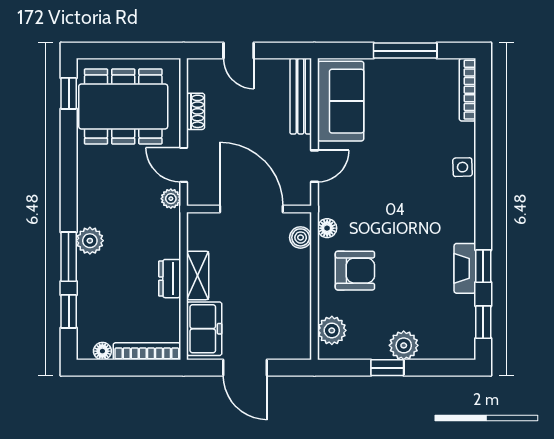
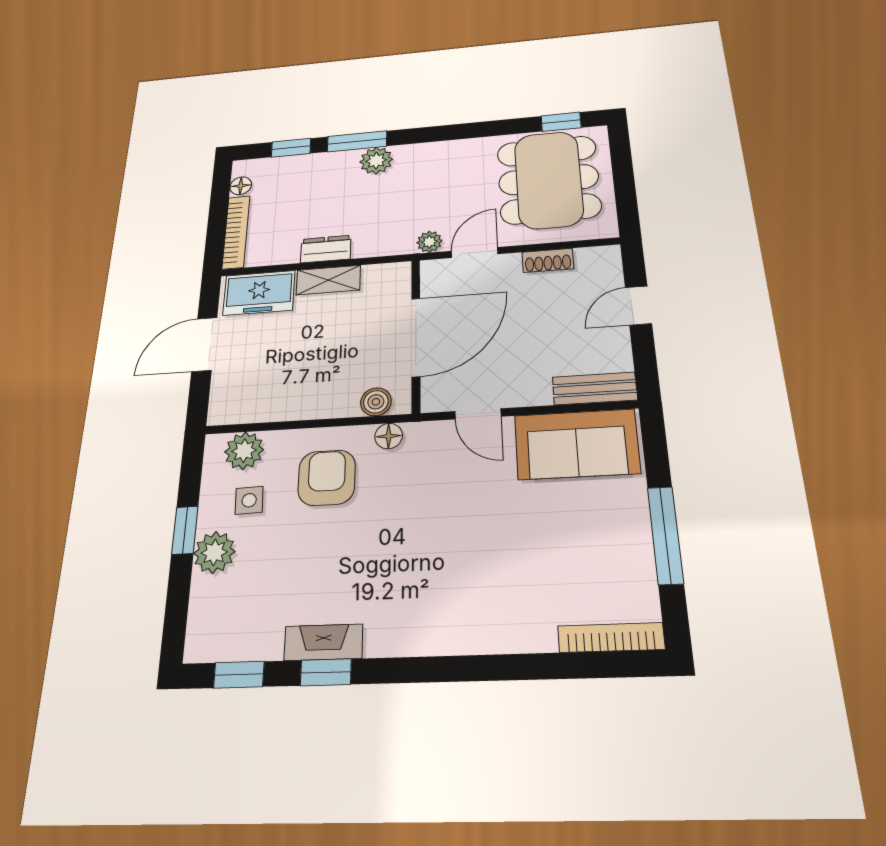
bench: (301, 96) -> (595, 388), width x0.73
side table: (462, 167) -> (249, 500), moved
armchair: (355, 271) -> (327, 478), turned 180

